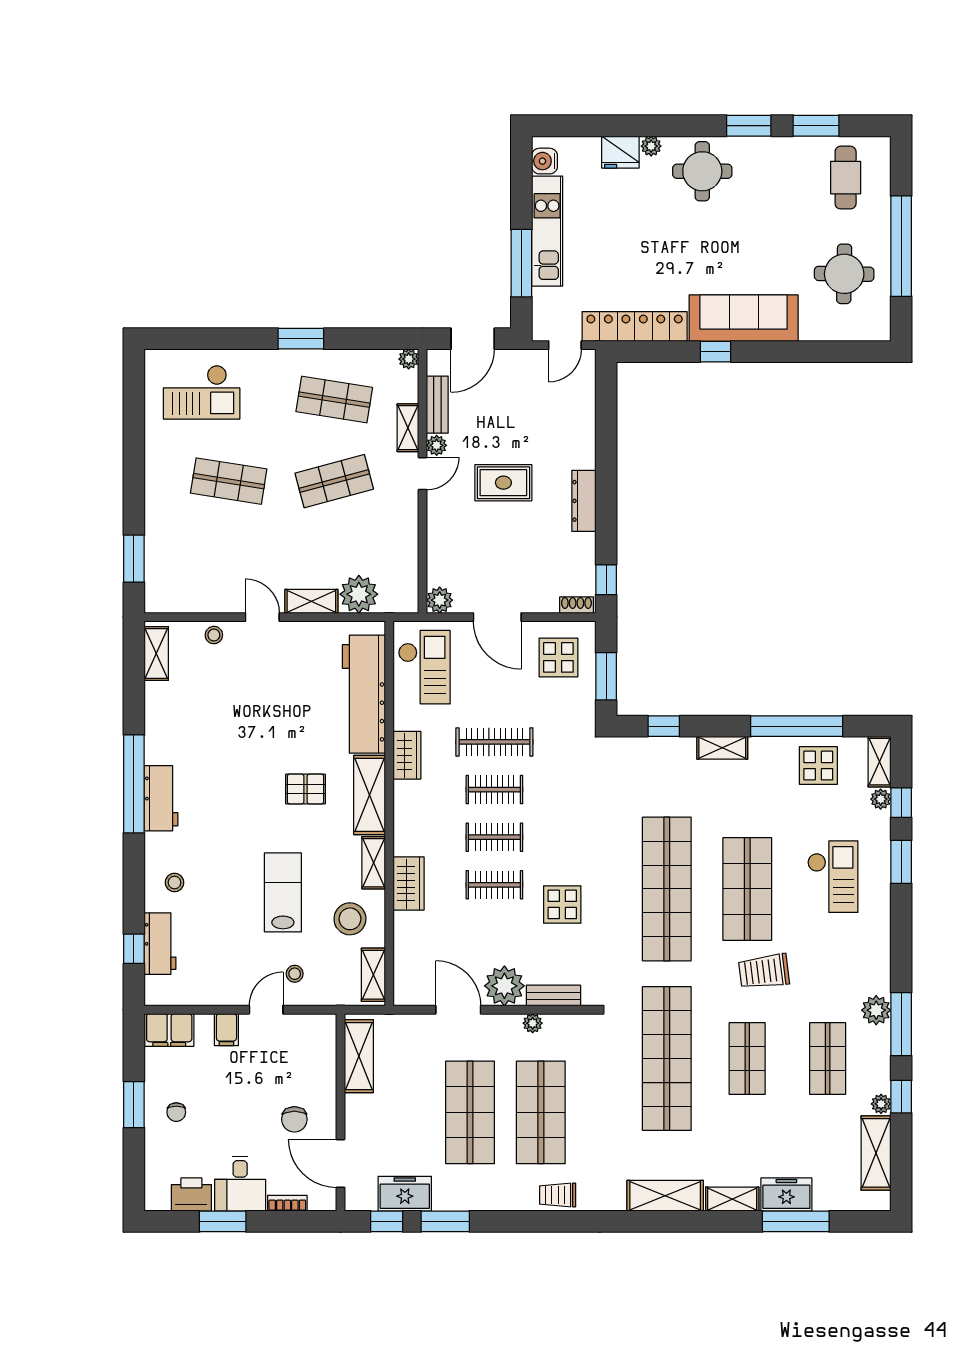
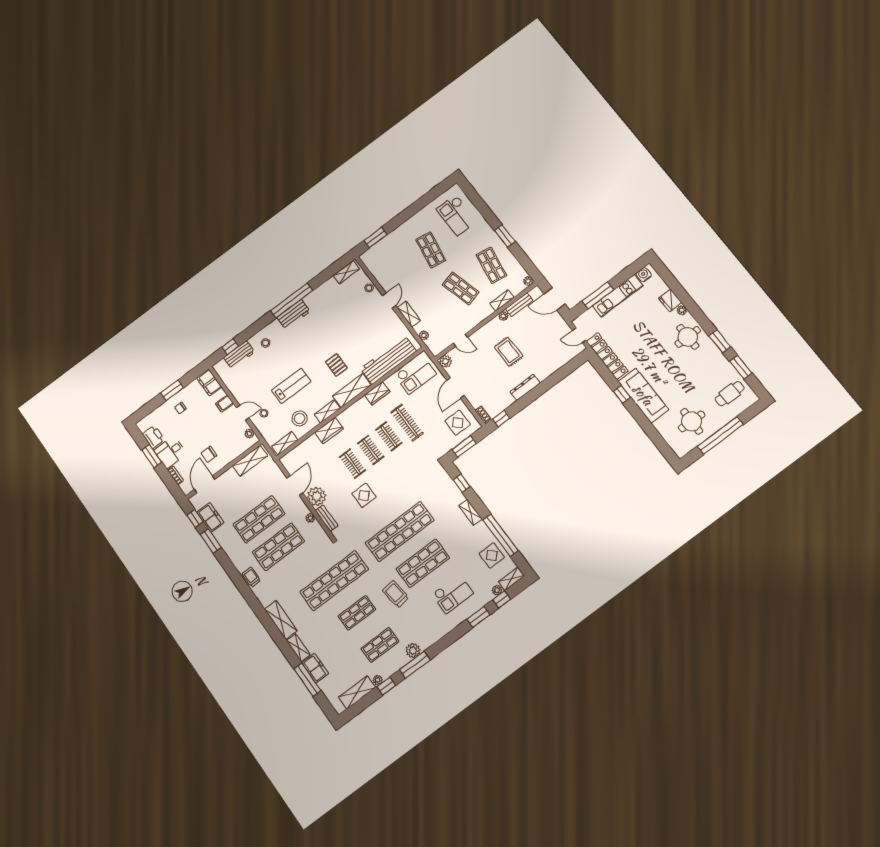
door: (423, 474) -> (460, 340), moved
plant: (359, 594) -> (424, 335), width x0.53, depth x0.53
plant: (311, 1024) -> (249, 433), added

